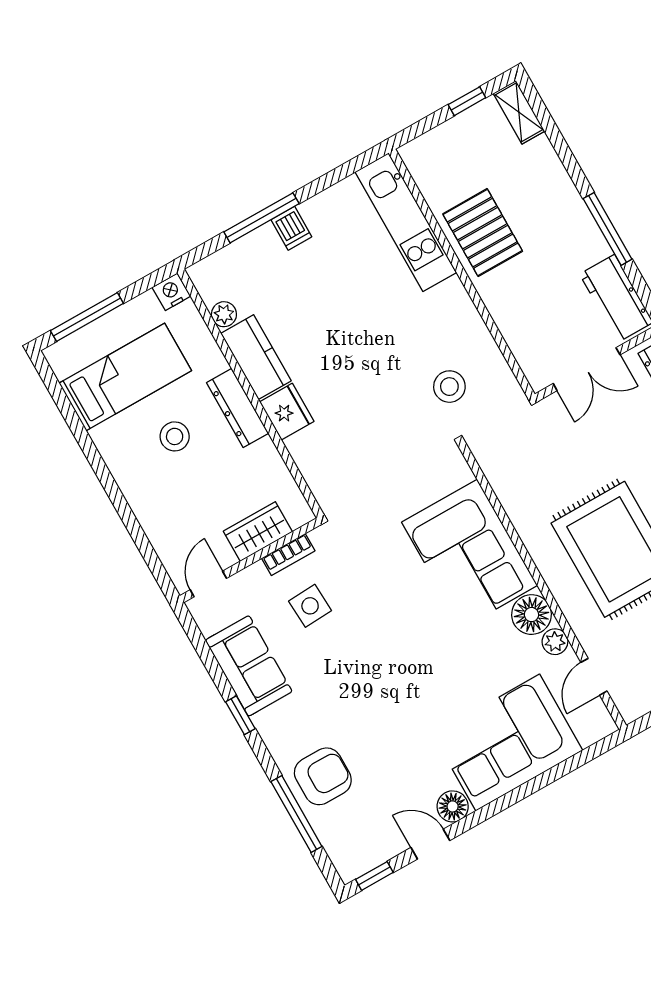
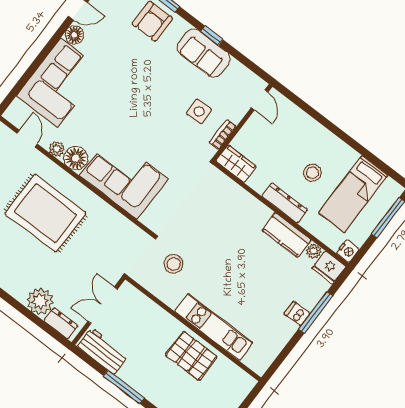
kitchen unit: (406, 222) -> (214, 327), moved
fridge: (287, 412) -> (329, 267), moved
wardrobe: (258, 532) -> (236, 164), moved, turned -90
sofa: (249, 666) -> (204, 53), moved

